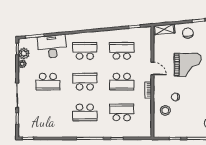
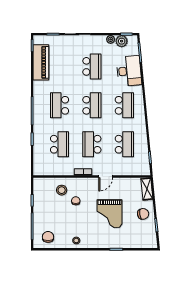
school desk: (48, 82) -> (92, 66), turned 180
piano: (44, 130) -> (41, 62), added

